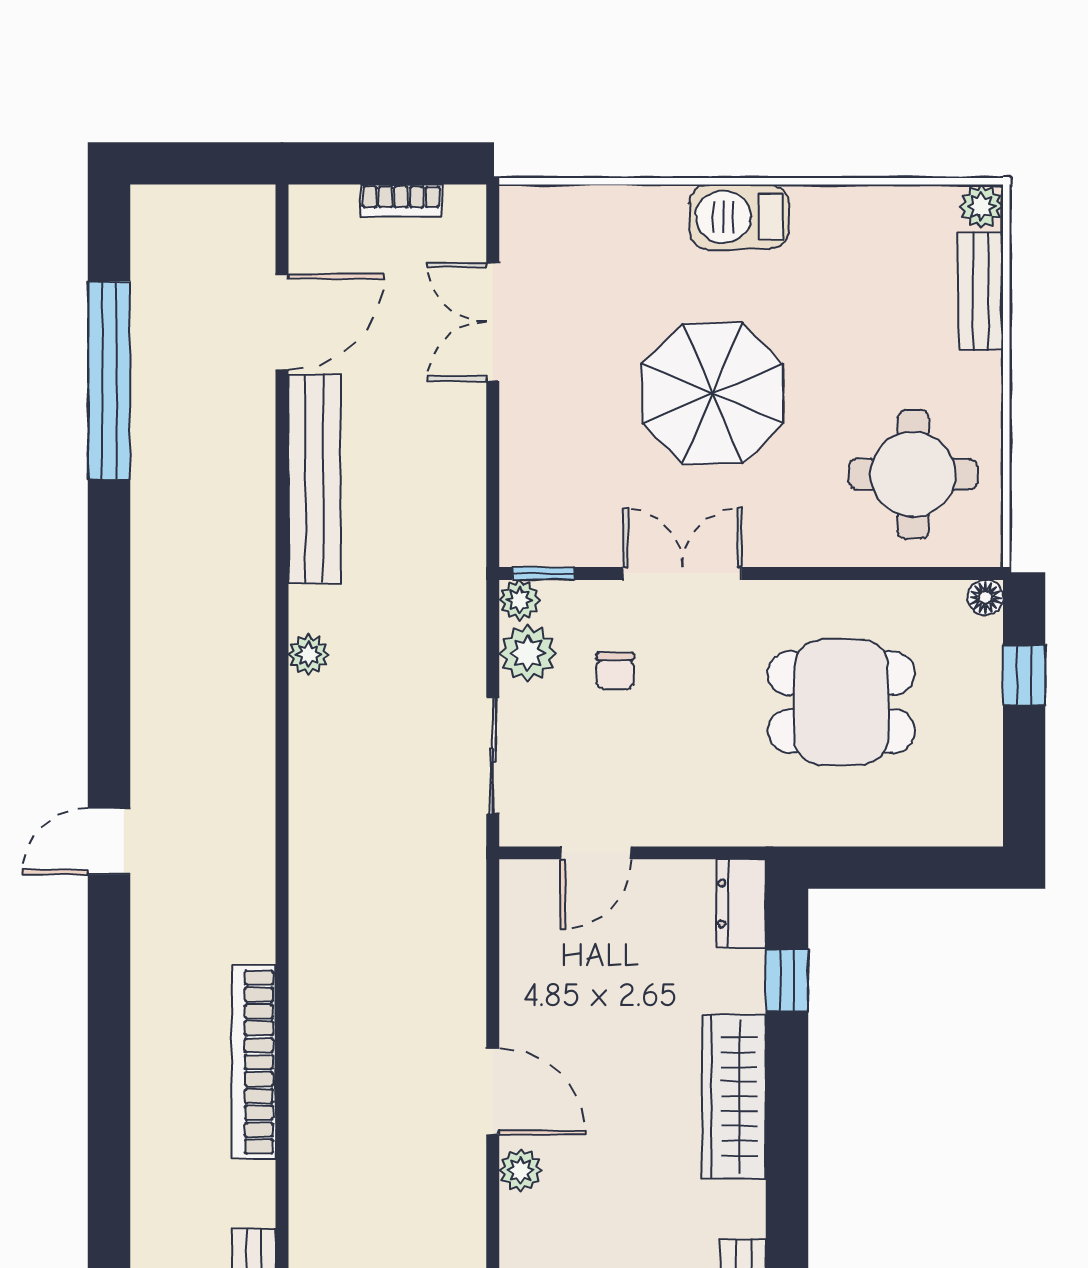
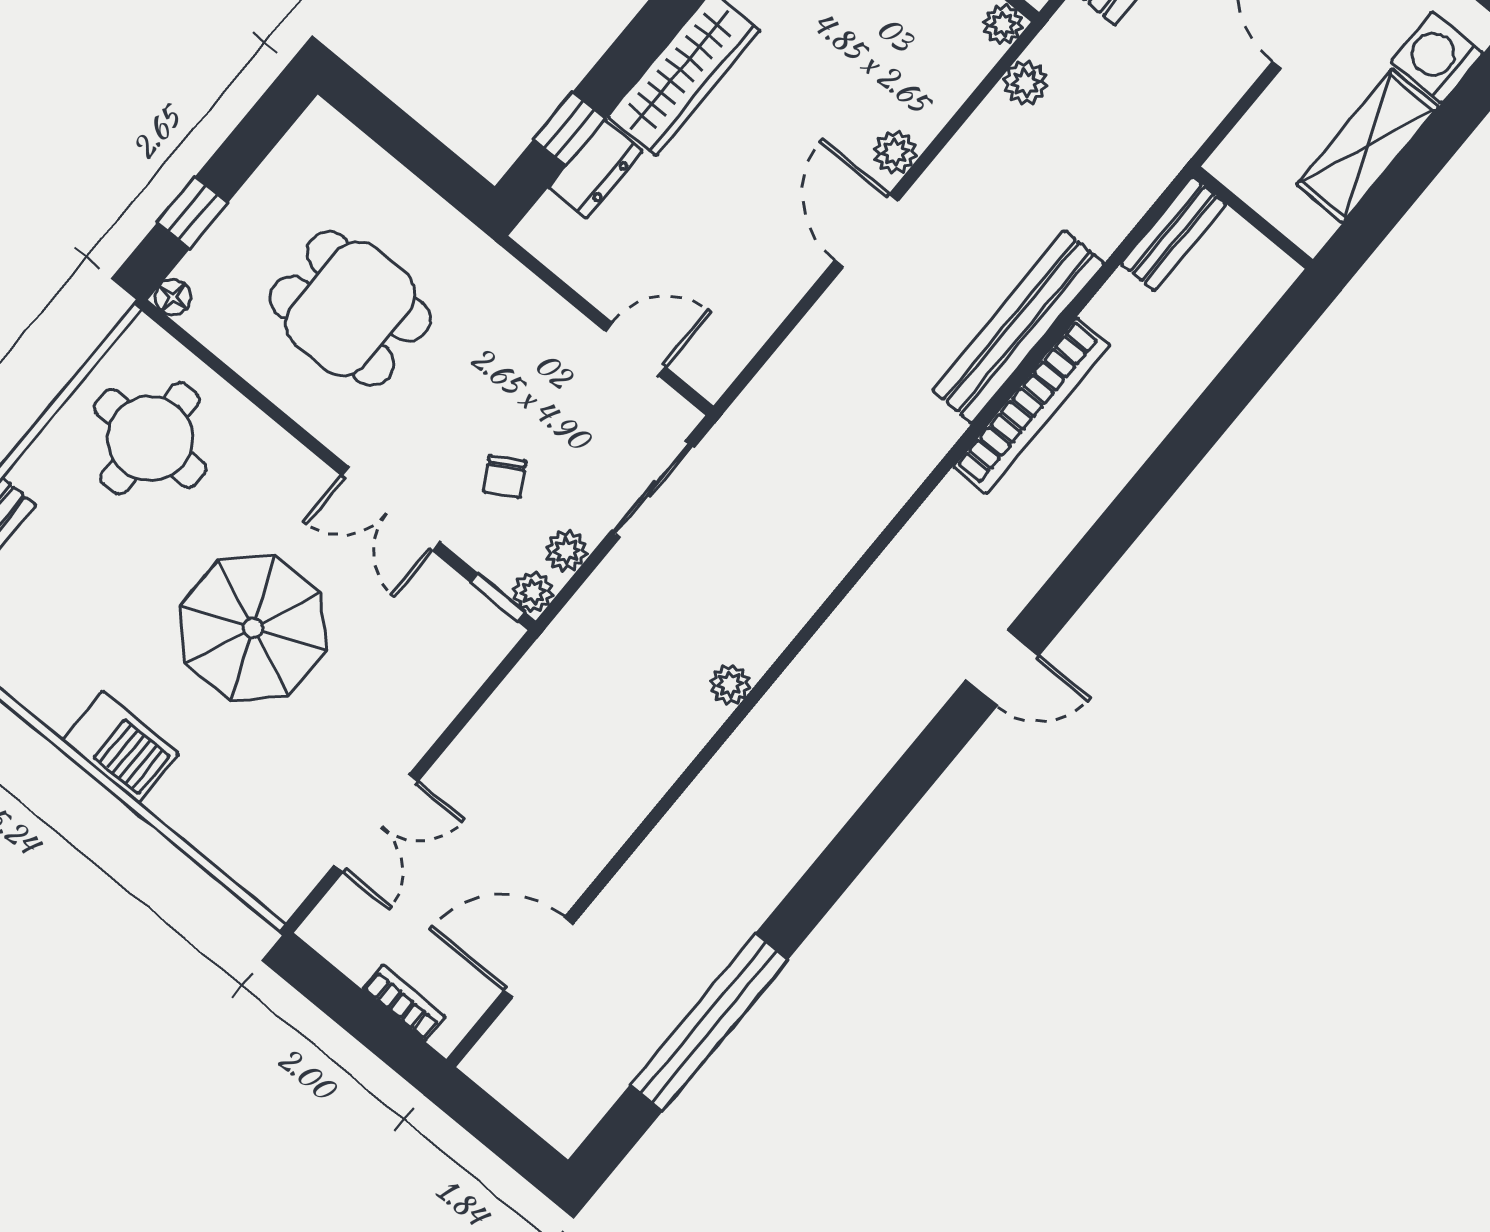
bookcase: (401, 201) -> (404, 1003), moved
bench: (314, 479) -> (1018, 327), moved
plant: (528, 653) -> (566, 551), width x0.73, depth x0.73
chair: (615, 671) -> (505, 477), turned 150
dresser: (741, 903) -> (596, 169), moved

